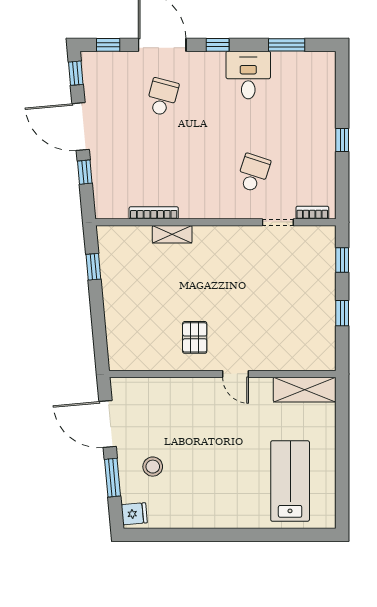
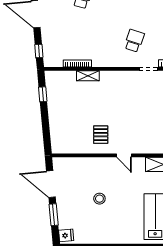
window: (85, 172) -> (39, 51), moved
stool: (153, 467) -> (99, 199), moved

